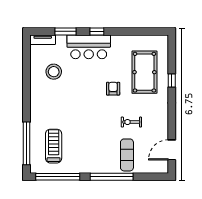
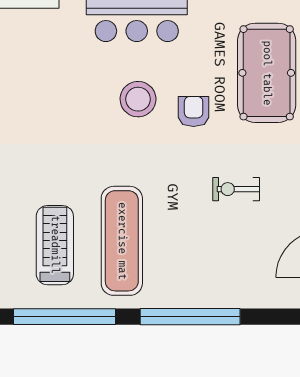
stool: (54, 72) -> (138, 99), moved
exercise mat: (127, 155) -> (122, 241), moved, width x1.36, depth x1.45

